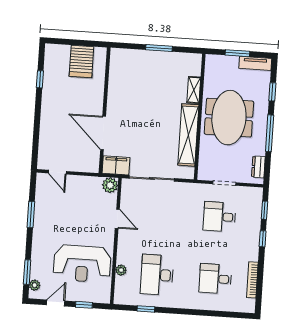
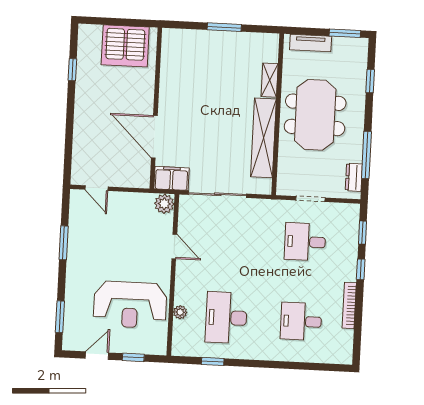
window: (237, 53) -> (345, 33), moved
server rack: (81, 61) -> (125, 46), width x1.60
tv unit: (255, 63) -> (311, 43), moved
window: (270, 133) -> (366, 155), moved
bookcase: (252, 280) -> (349, 305), moved
plant: (35, 285) -> (70, 333), removed

